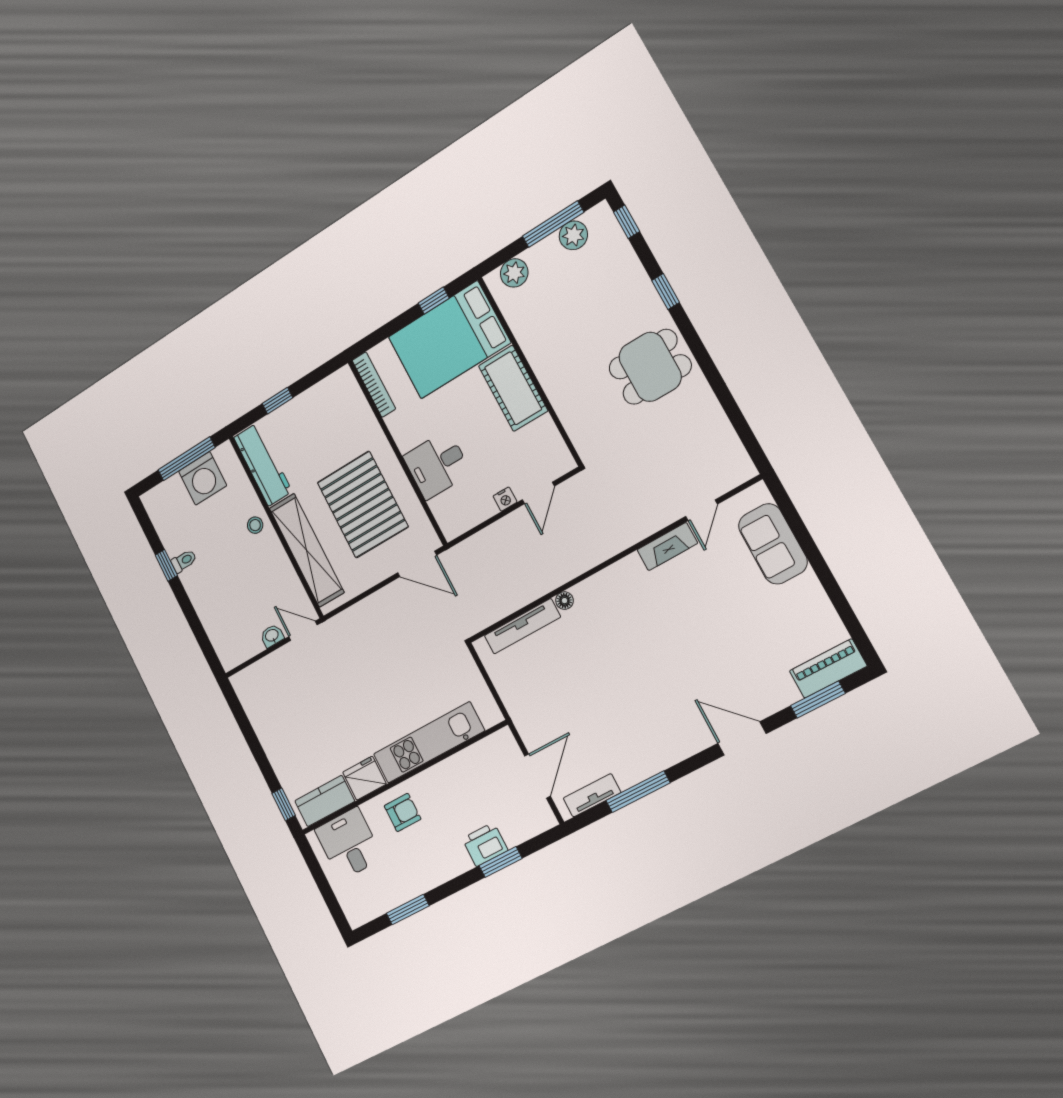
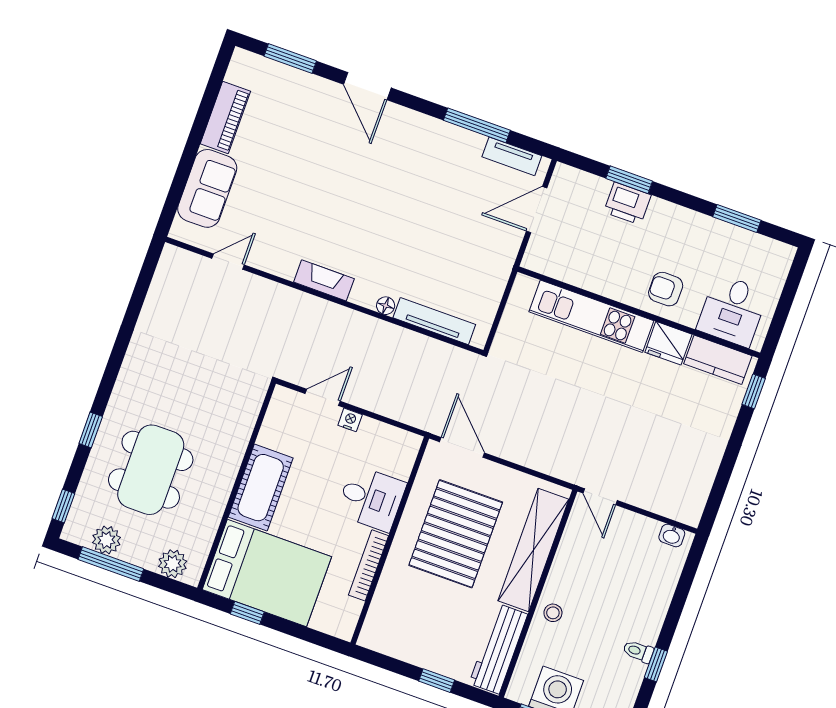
dining table: (650, 367) -> (151, 470), moved, width x1.38
bookcase: (374, 384) -> (369, 565), moved
fireplace: (667, 547) -> (324, 280), moved
washbasin: (272, 636) -> (672, 535), moved
piano: (828, 668) -> (225, 118), moved, turned -90

